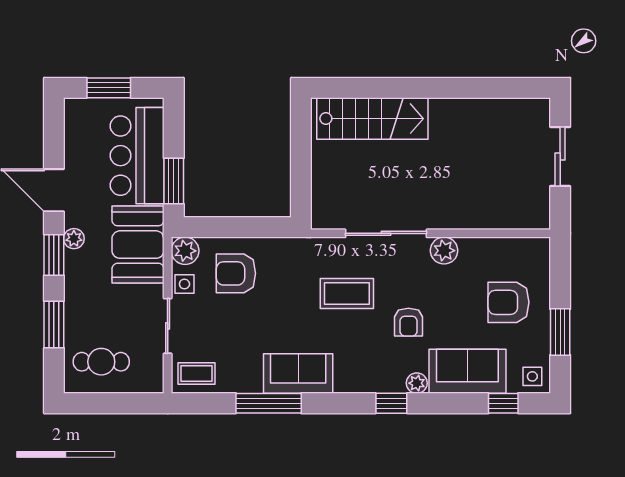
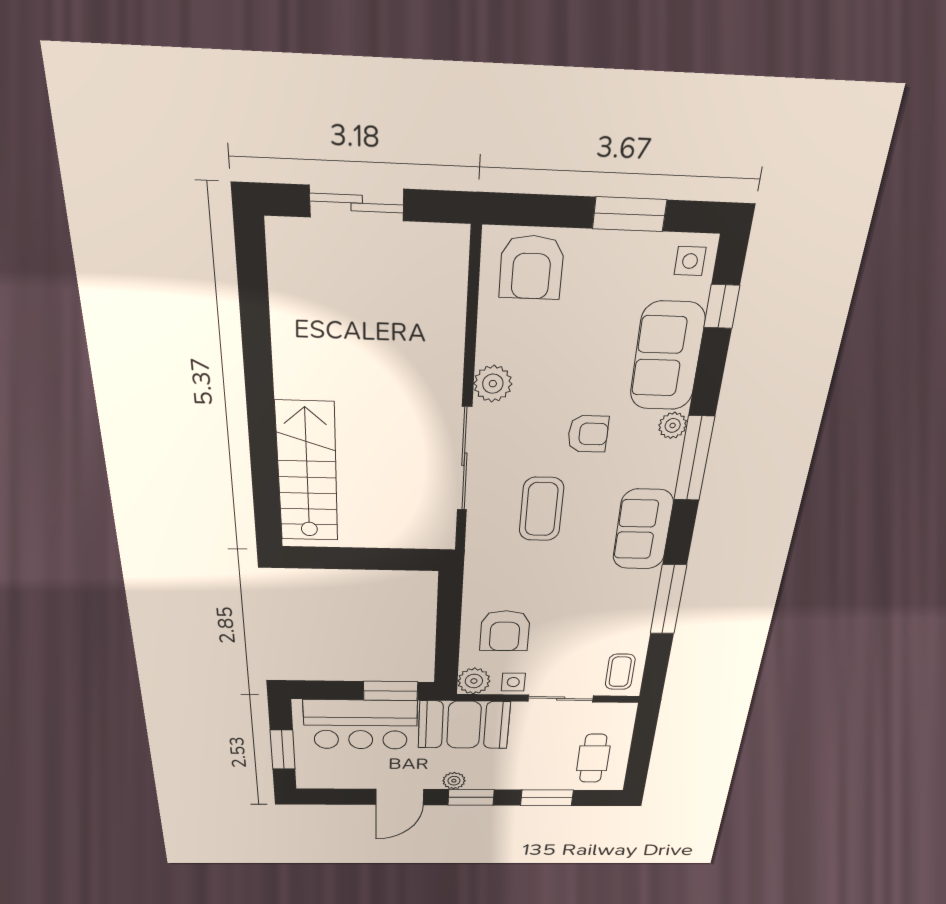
armchair: (509, 302) -> (531, 267), moved
sofa: (298, 374) -> (643, 530), moved
window: (391, 403) -> (694, 459), width x2.17

